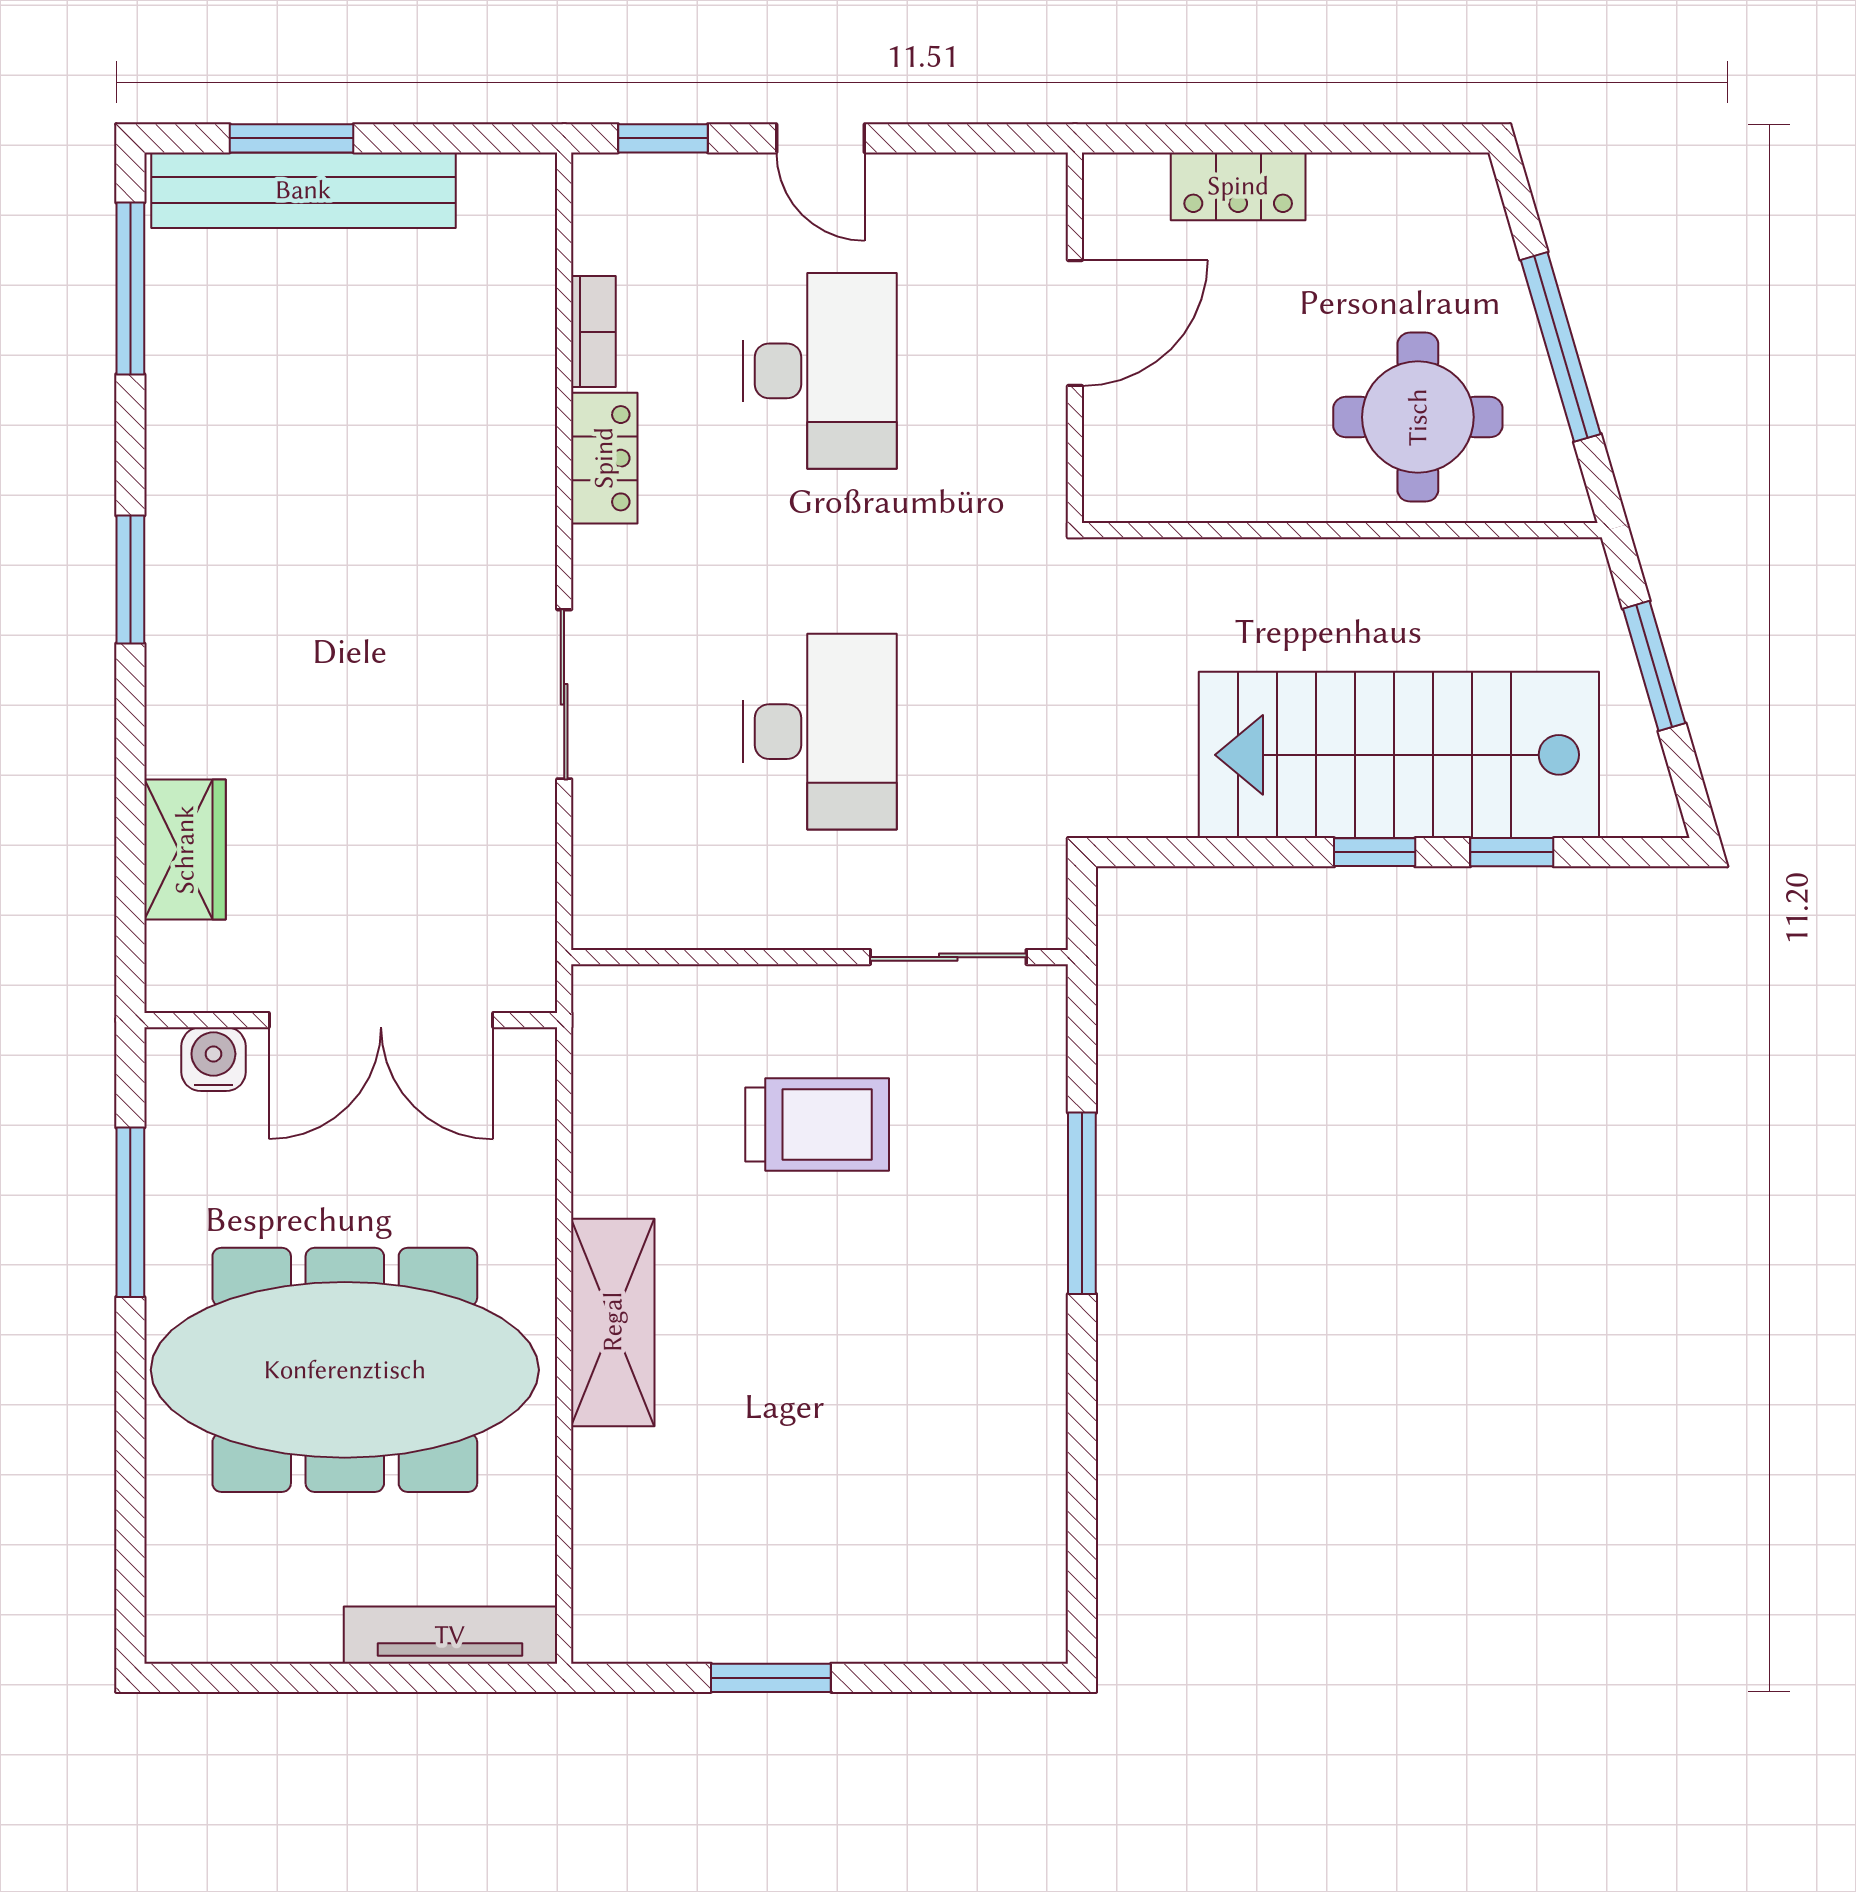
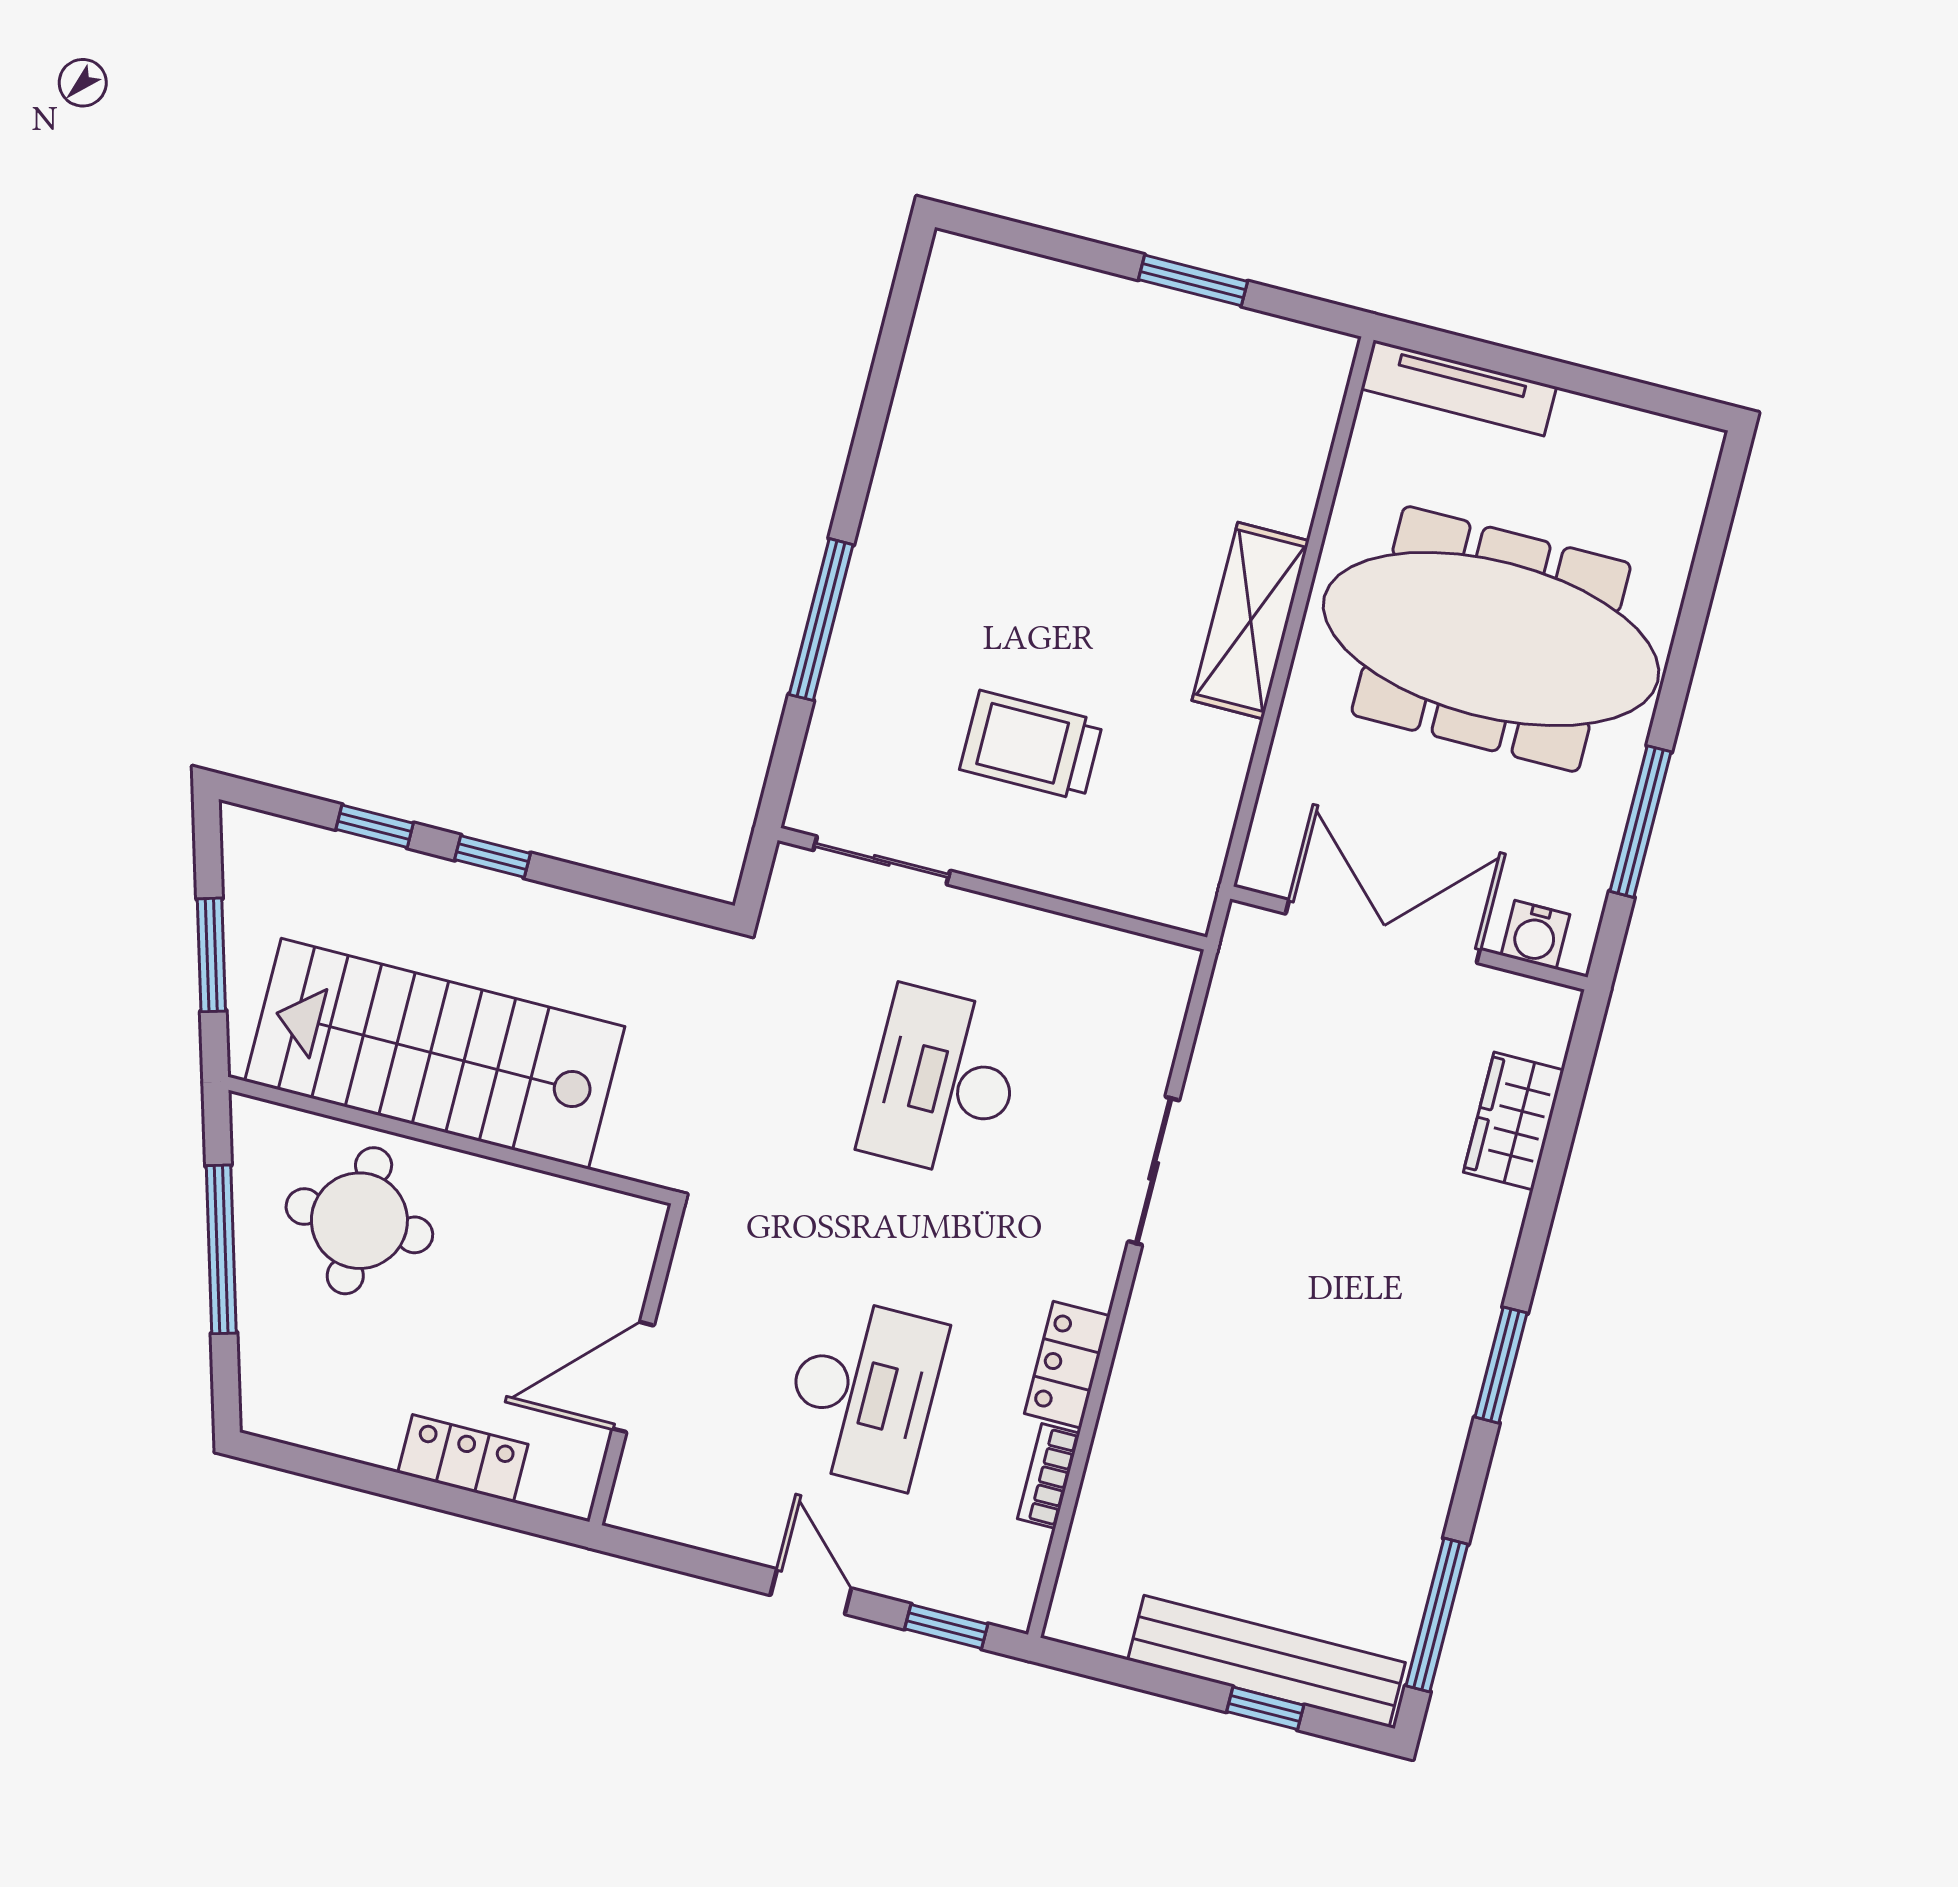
window: (292, 138) -> (1265, 1708), width x0.67
desk: (820, 371) -> (863, 1392), turned 180
stairs: (1399, 755) -> (435, 1054), moved, turned 180

